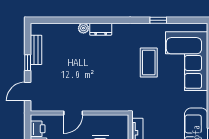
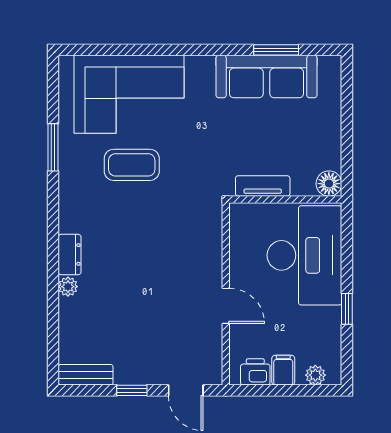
window: (158, 20) -> (53, 147), width x1.50
bench: (36, 50) -> (86, 375), moved

